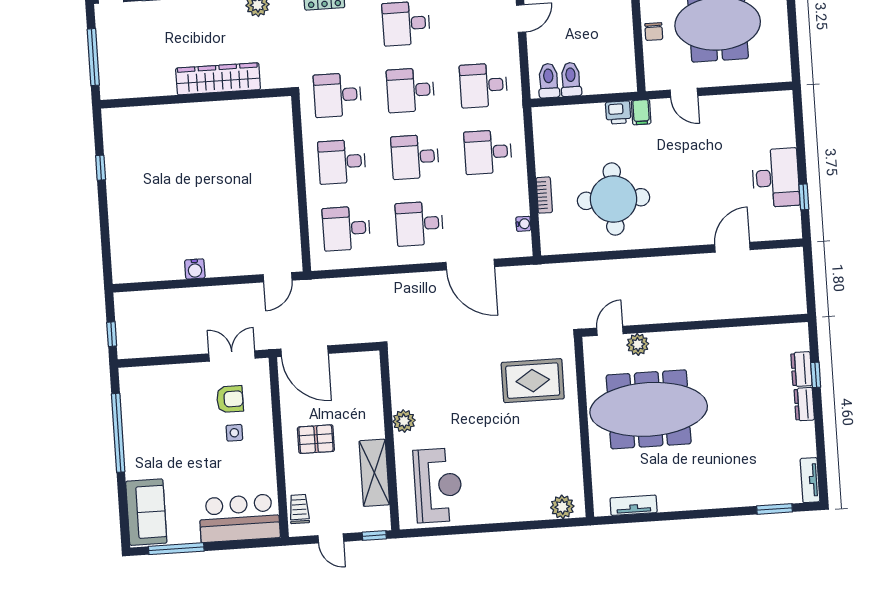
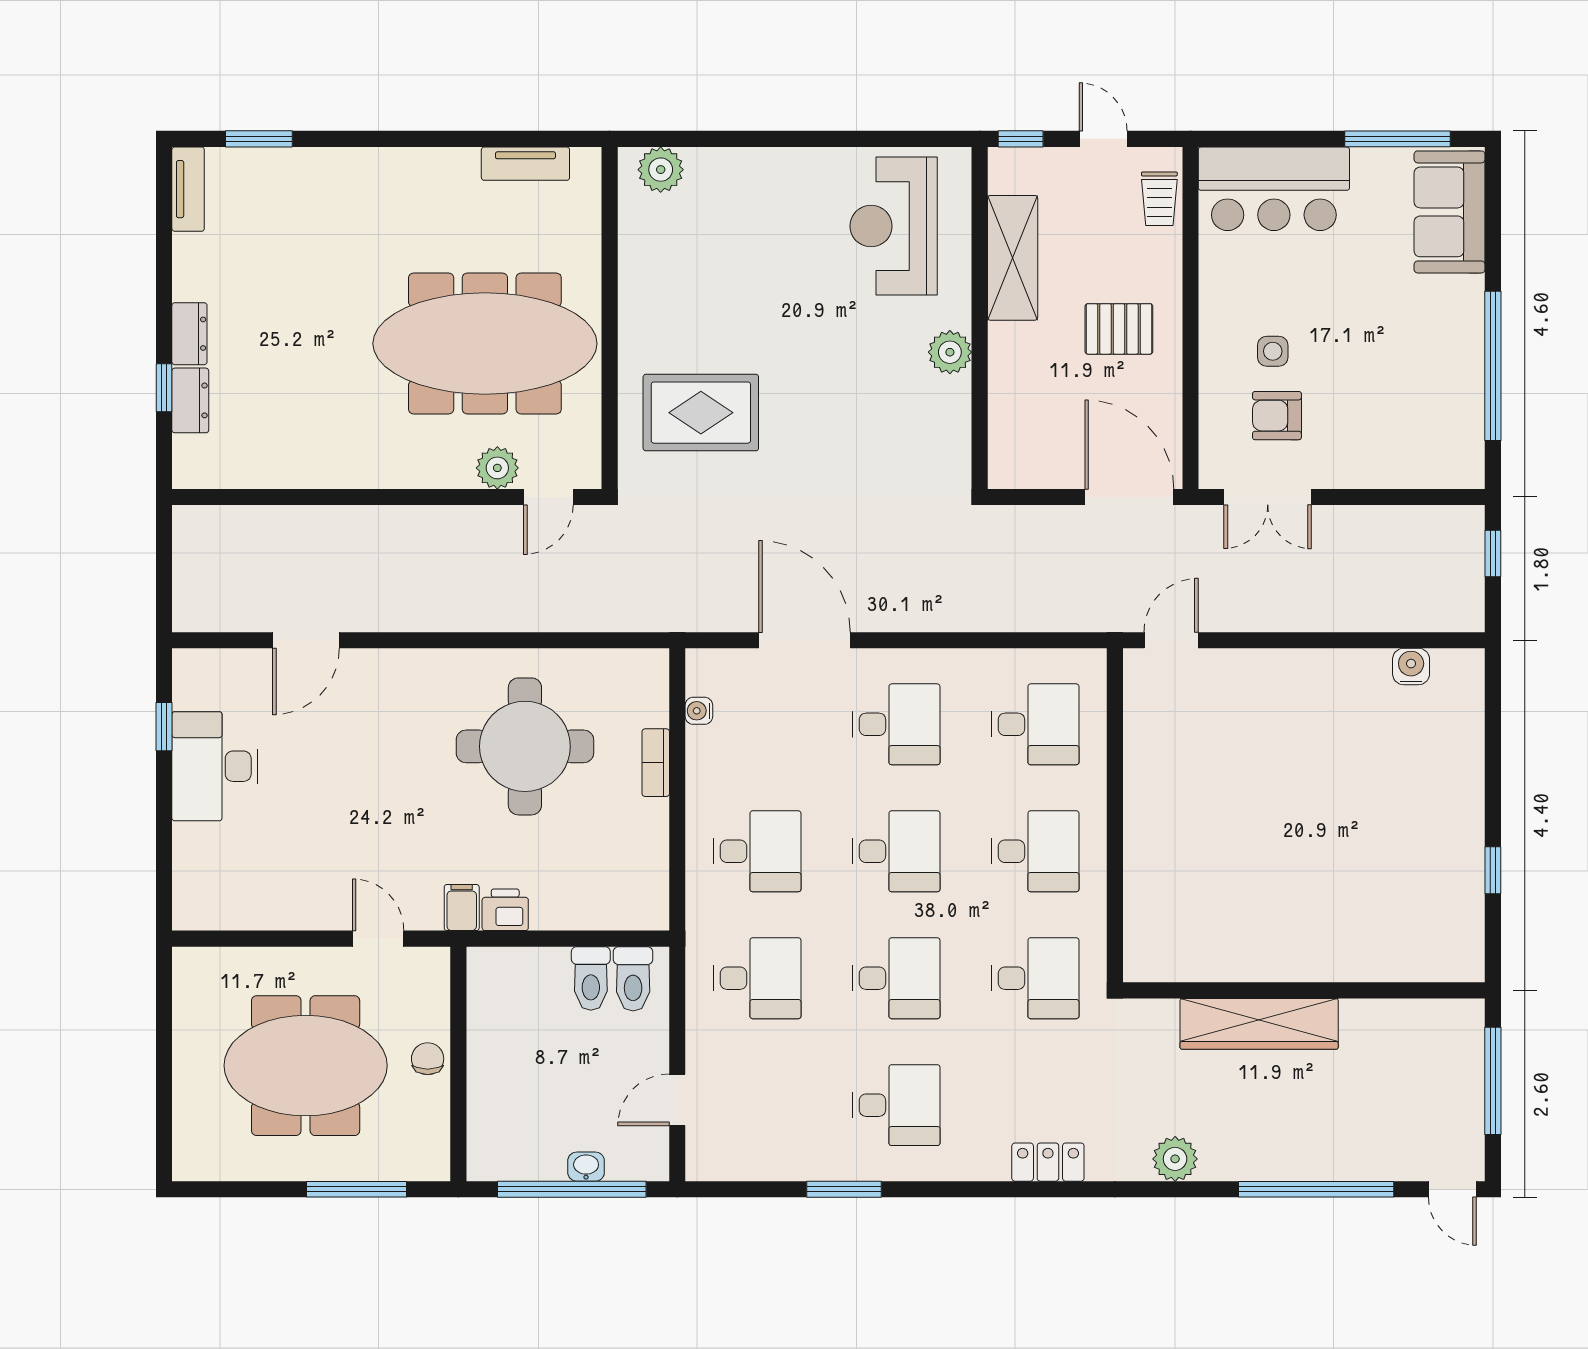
water cooler: (195, 269) -> (1411, 667), moved

